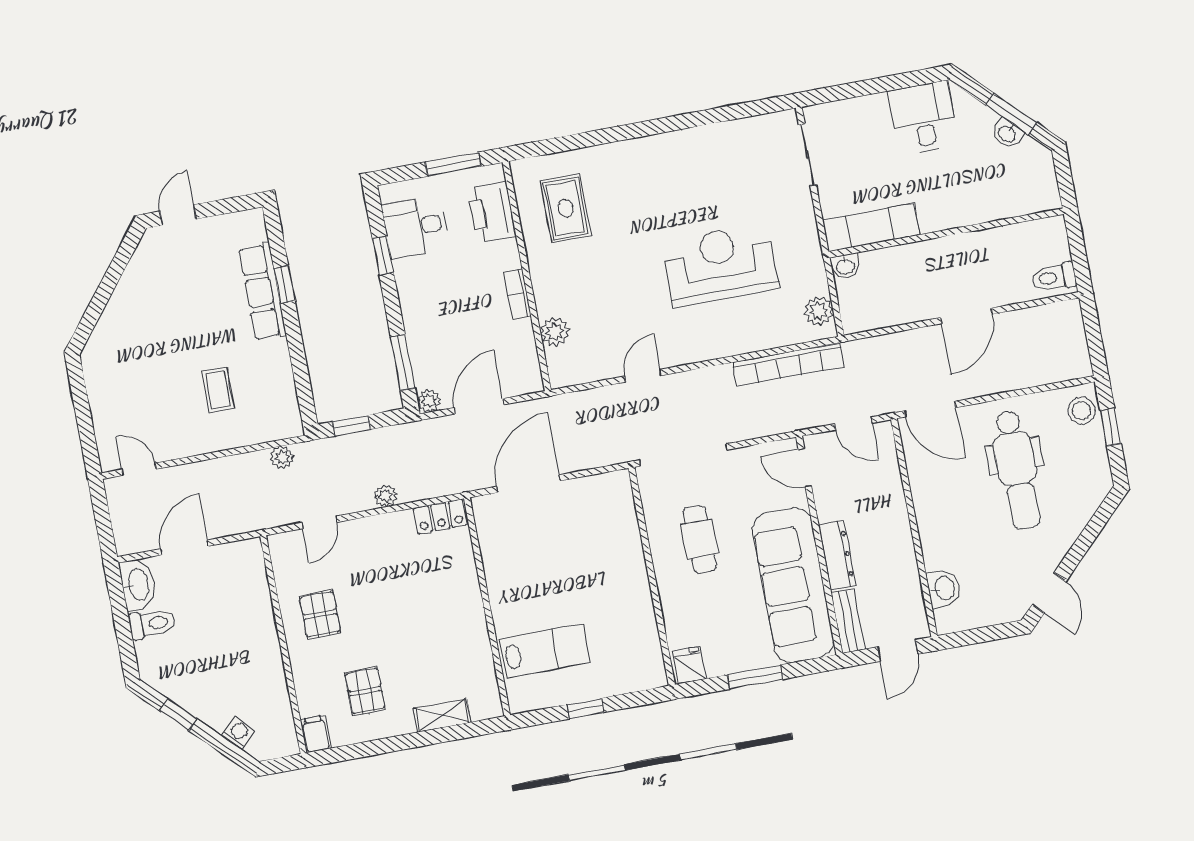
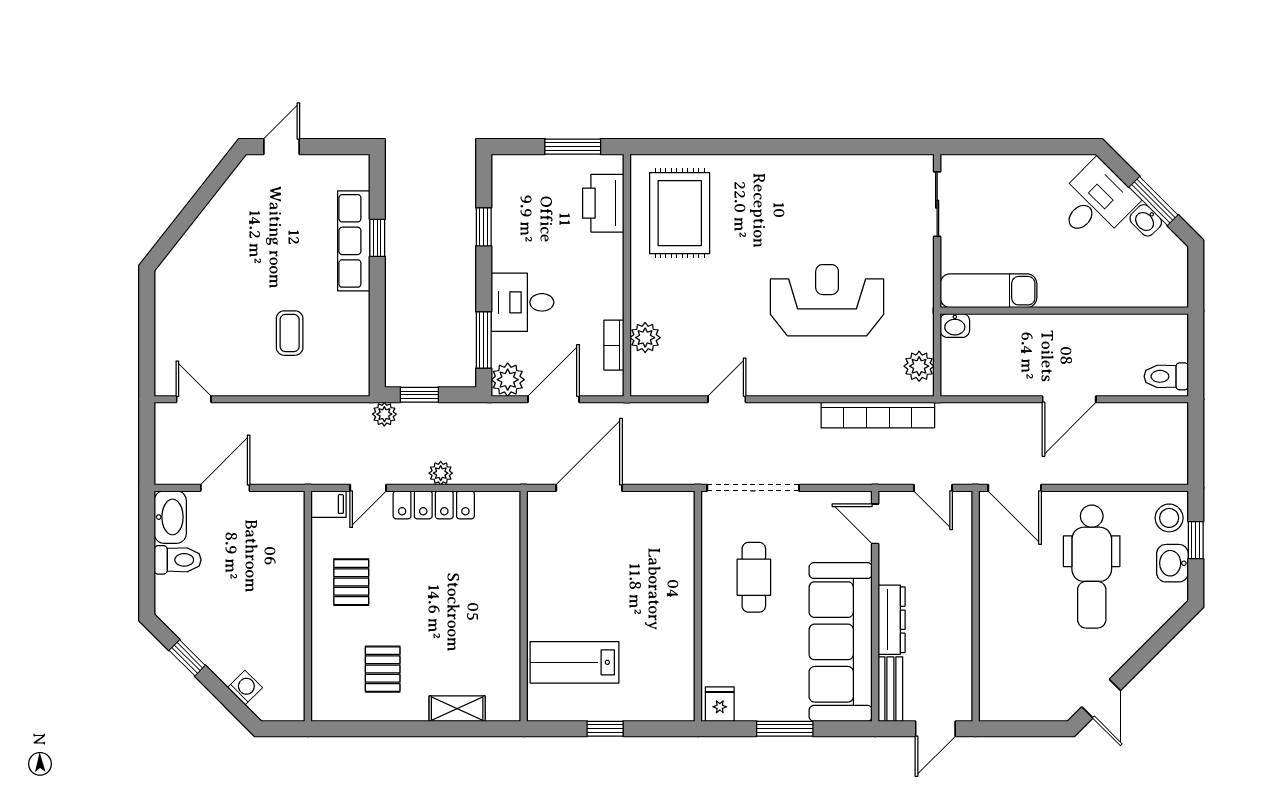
desk: (923, 118) -> (1095, 202), moved, turned 45
rug: (566, 208) -> (680, 213), width x1.36, depth x1.43
desk: (415, 227) -> (522, 302), moved
bookcase: (517, 294) -> (614, 345), moved
plant: (429, 401) -> (508, 380), width x1.38, depth x1.38
plant: (282, 457) -> (384, 414), moved
locker: (440, 517) -> (434, 505), moved, width x1.53
washbasin: (944, 588) -> (1172, 563), moved, turned 180
lab bench: (545, 651) -> (575, 662), turned 180
filing cabinet: (316, 734) -> (329, 504), moved, turned 90

